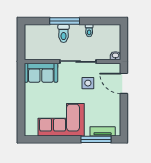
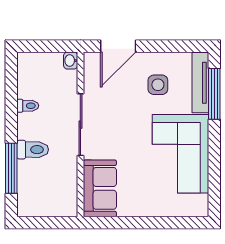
window: (65, 21) -> (11, 168), moved
side table: (88, 83) -> (158, 85), moved
tv unit: (103, 131) -> (200, 83), width x1.41

